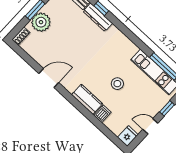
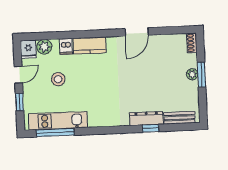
plant: (41, 22) -> (192, 74), width x0.53, depth x0.53
stool: (117, 84) -> (58, 79), moved
plant: (116, 127) -> (44, 47), added

